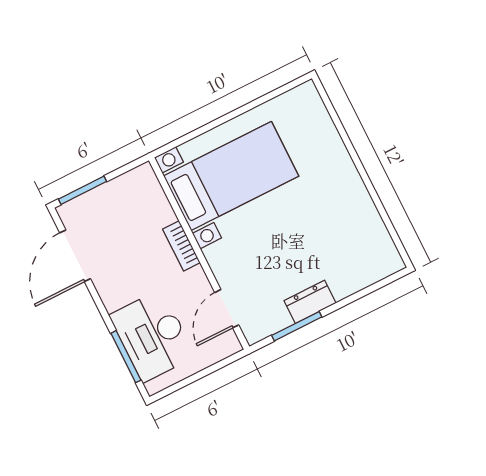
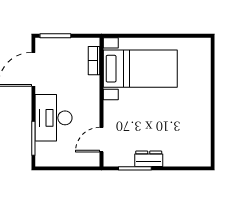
bookcase: (181, 246) -> (94, 61), moved
desk: (152, 336) -> (54, 118), moved

